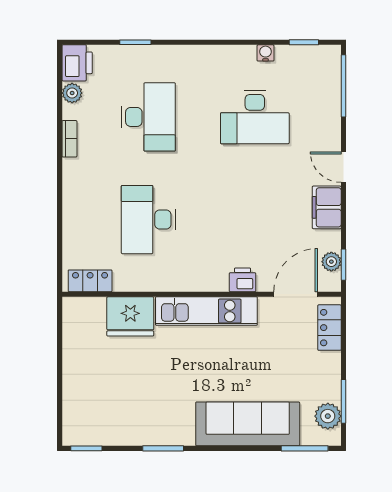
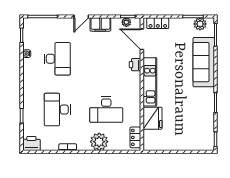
plant: (72, 93) -> (99, 142), moved, width x1.88, depth x1.88
desk: (148, 117) -> (57, 110), turned -90

